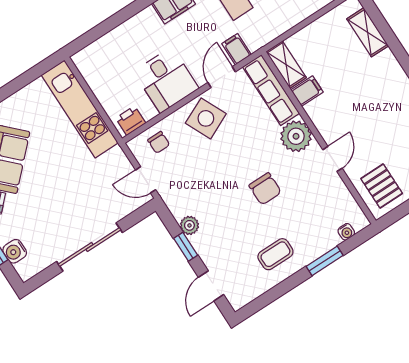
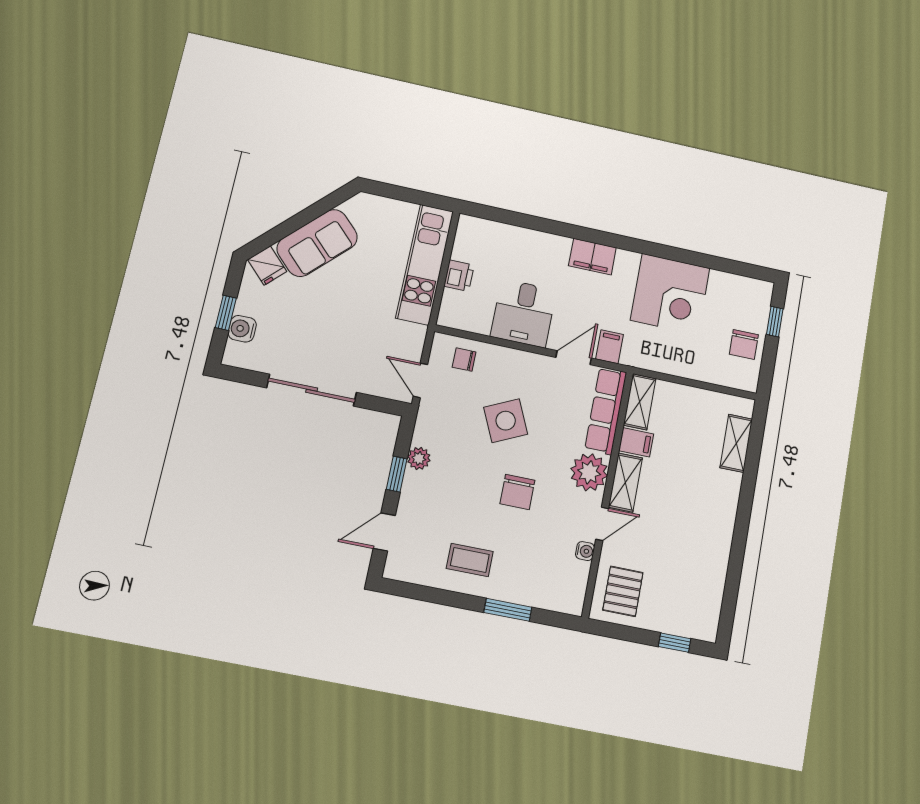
side table: (206, 118) -> (506, 421), moved
printer: (131, 121) -> (459, 276), moved, turned 90
shelving: (323, 121) -> (625, 483), added
chair: (159, 142) -> (464, 360), turned 90
water cooler: (346, 232) -> (585, 551), moved, turned -90

